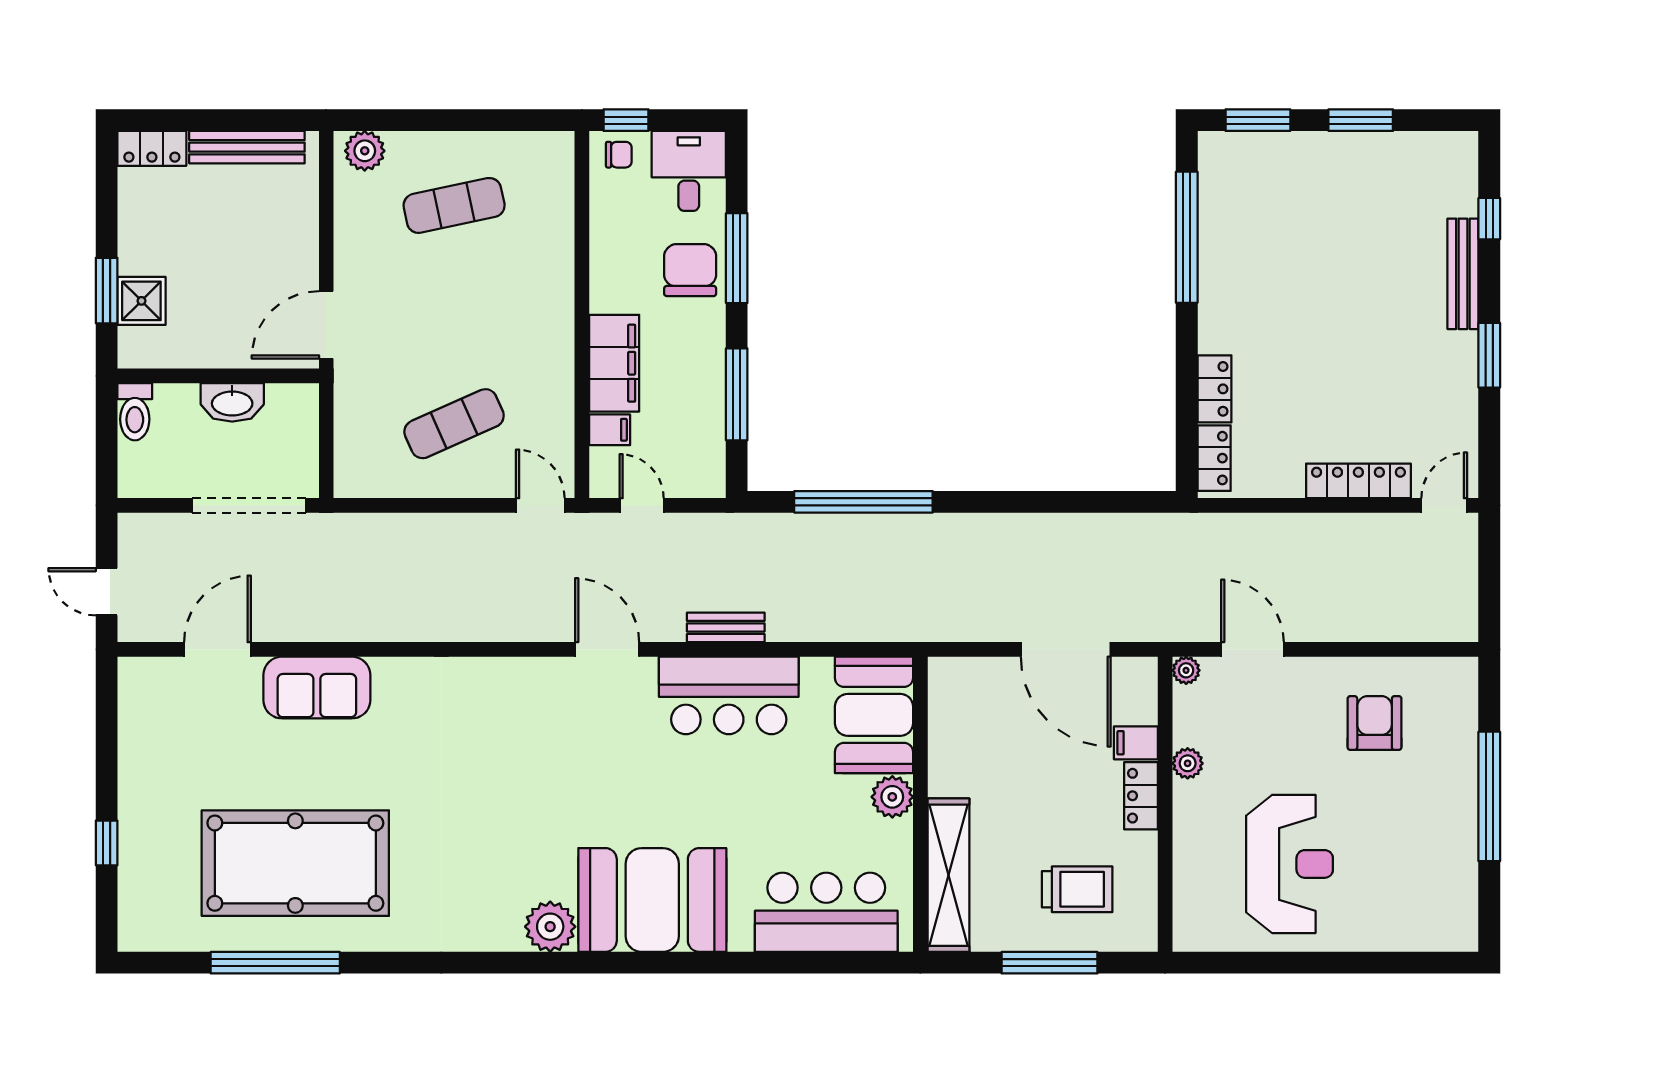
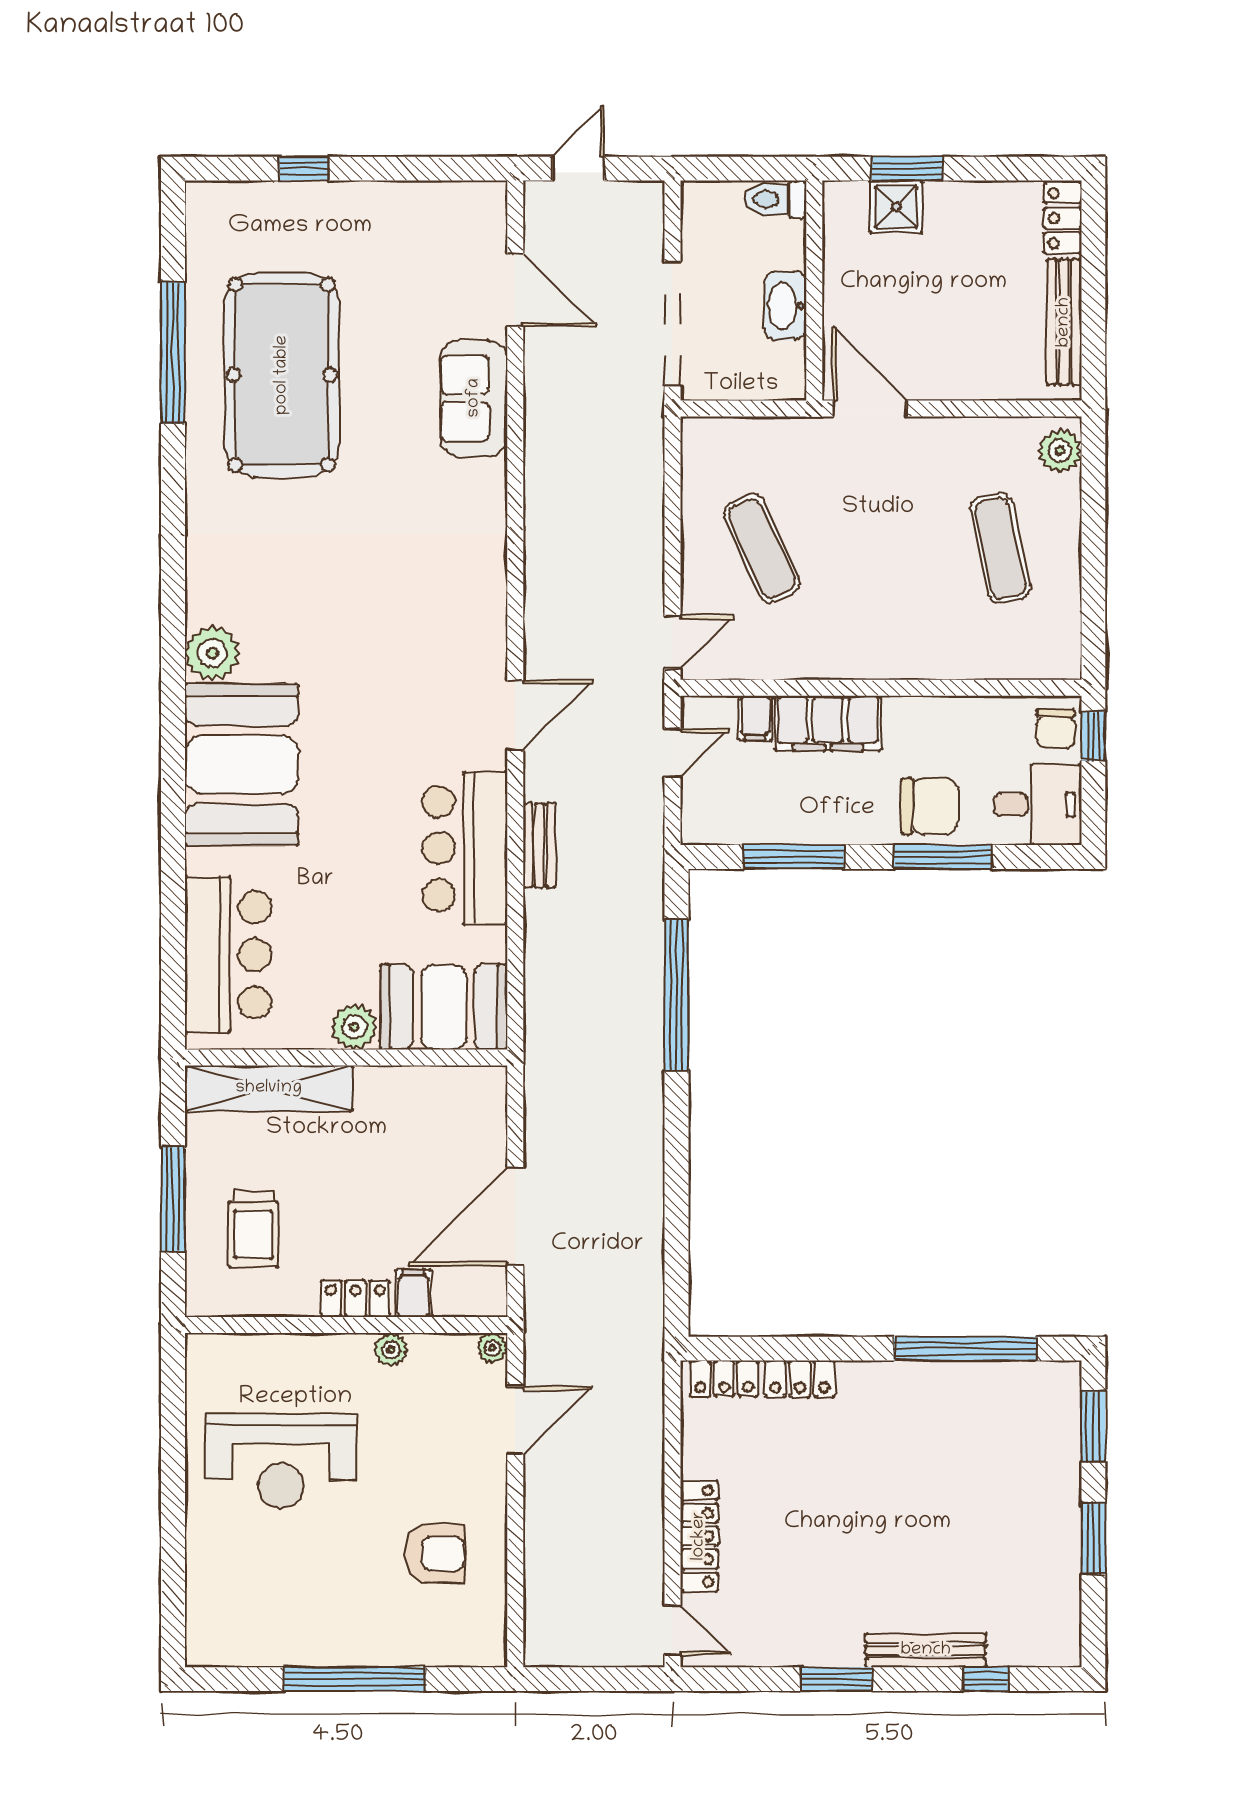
chair: (619, 155) -> (1056, 728), width x1.37, depth x1.37

